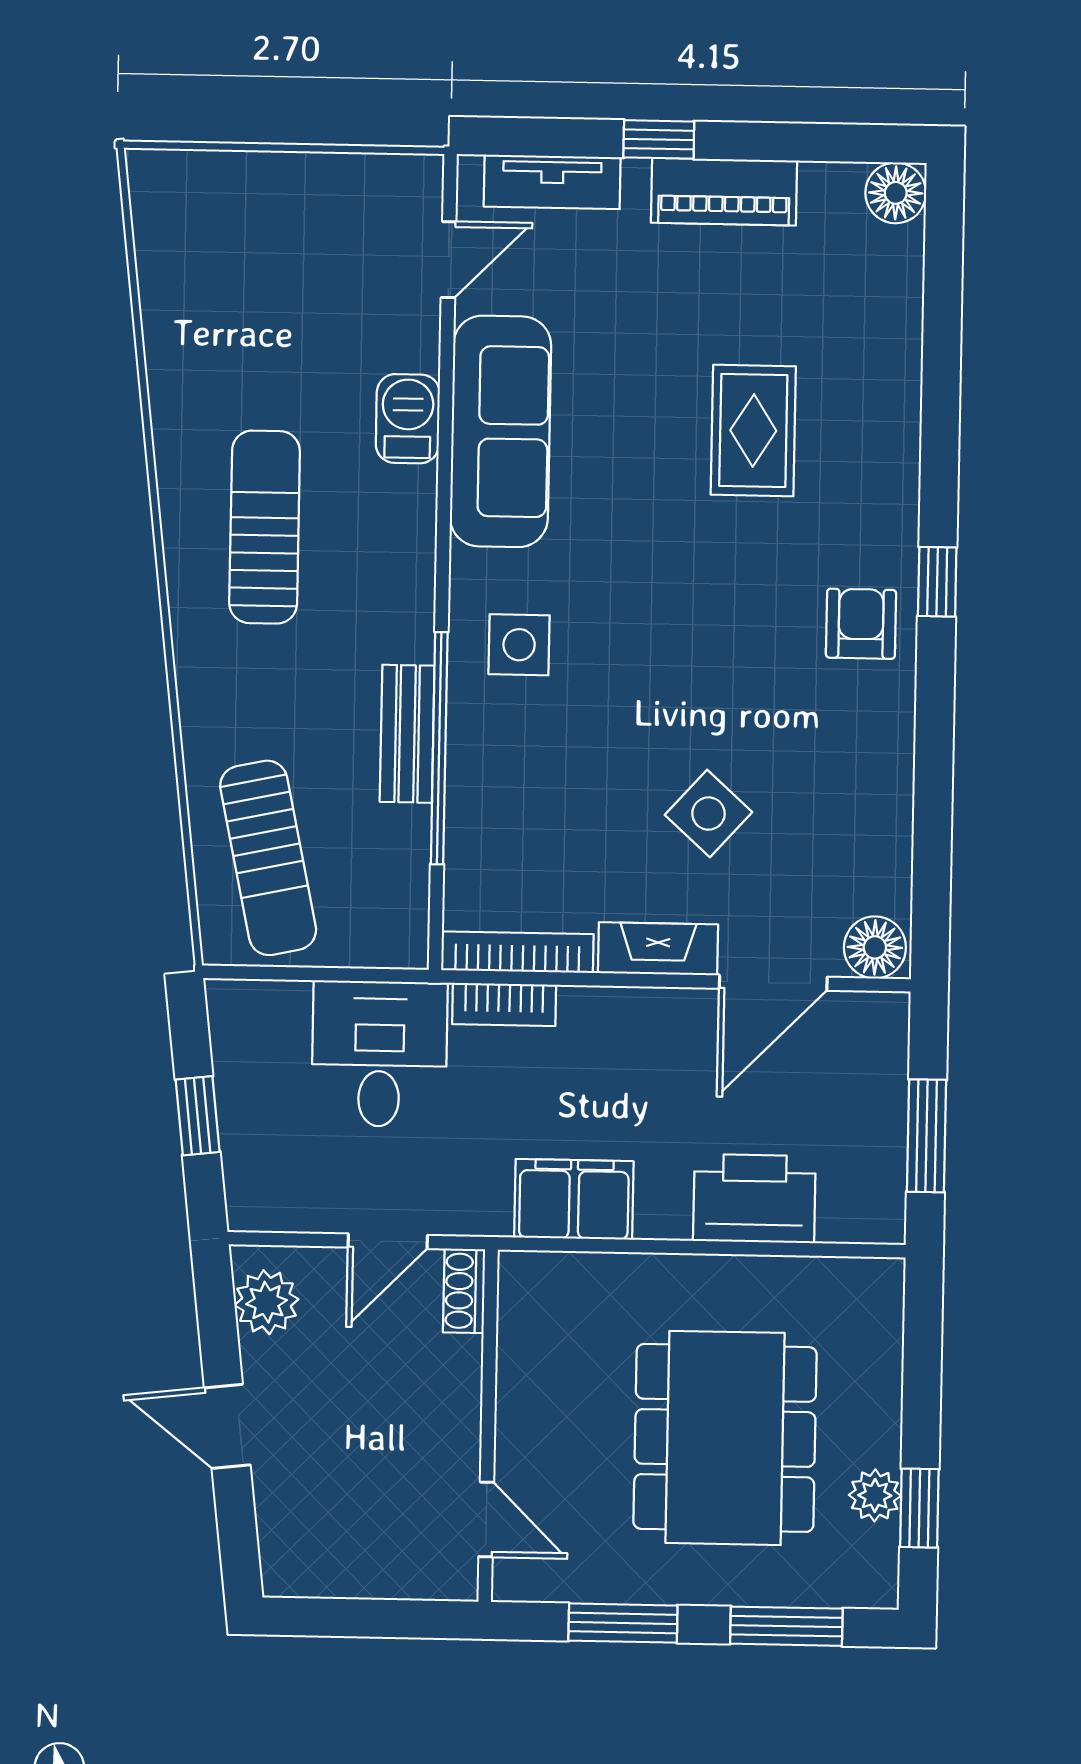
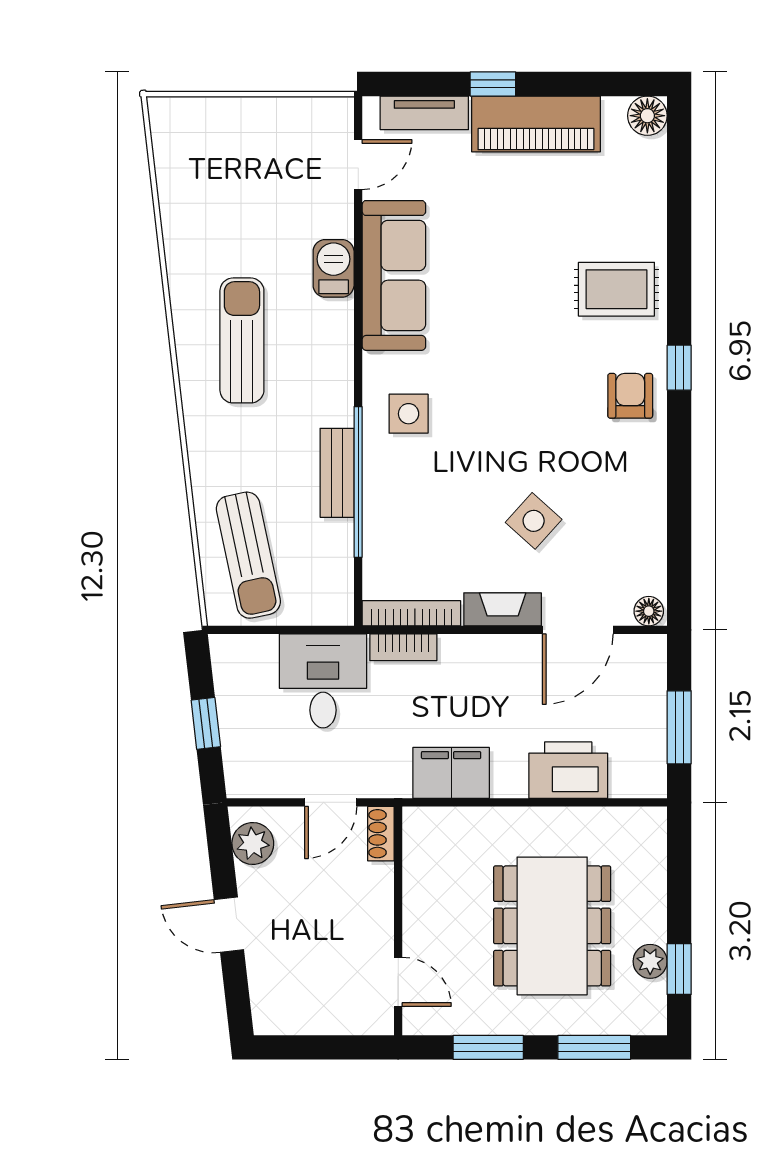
piano: (724, 192) -> (536, 124), width x1.37, depth x1.33
rug: (753, 431) -> (616, 289), moved, turned 90
floor lamp: (875, 947) -> (649, 611), width x0.73, depth x0.73

